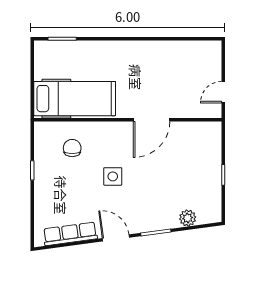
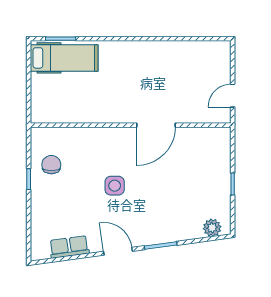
hospital bed: (75, 99) -> (64, 58), moved, width x0.73, depth x0.78
chair: (72, 148) -> (51, 165), moved
plant: (188, 218) -> (212, 228), moved
row of seats: (70, 234) -> (69, 247), width x0.68

